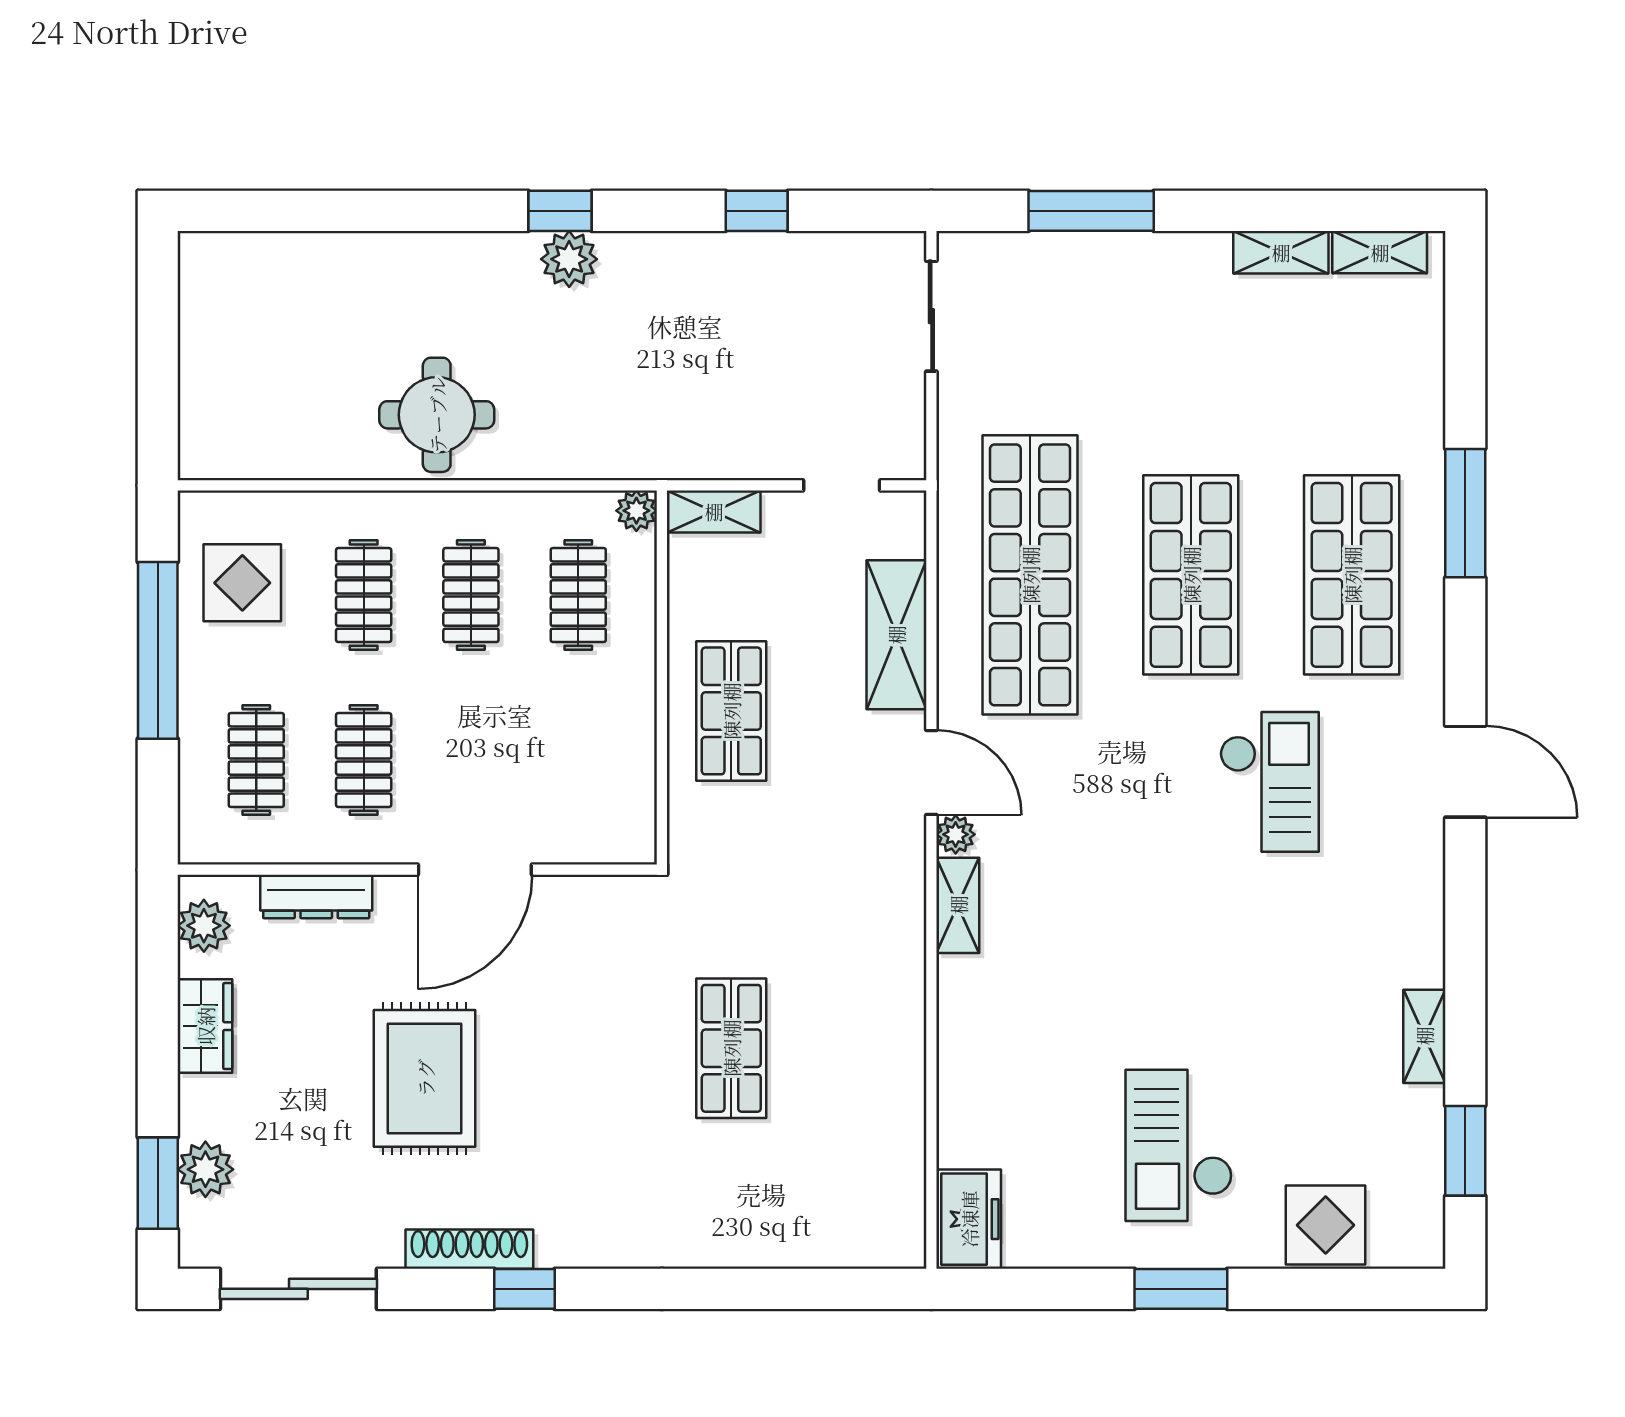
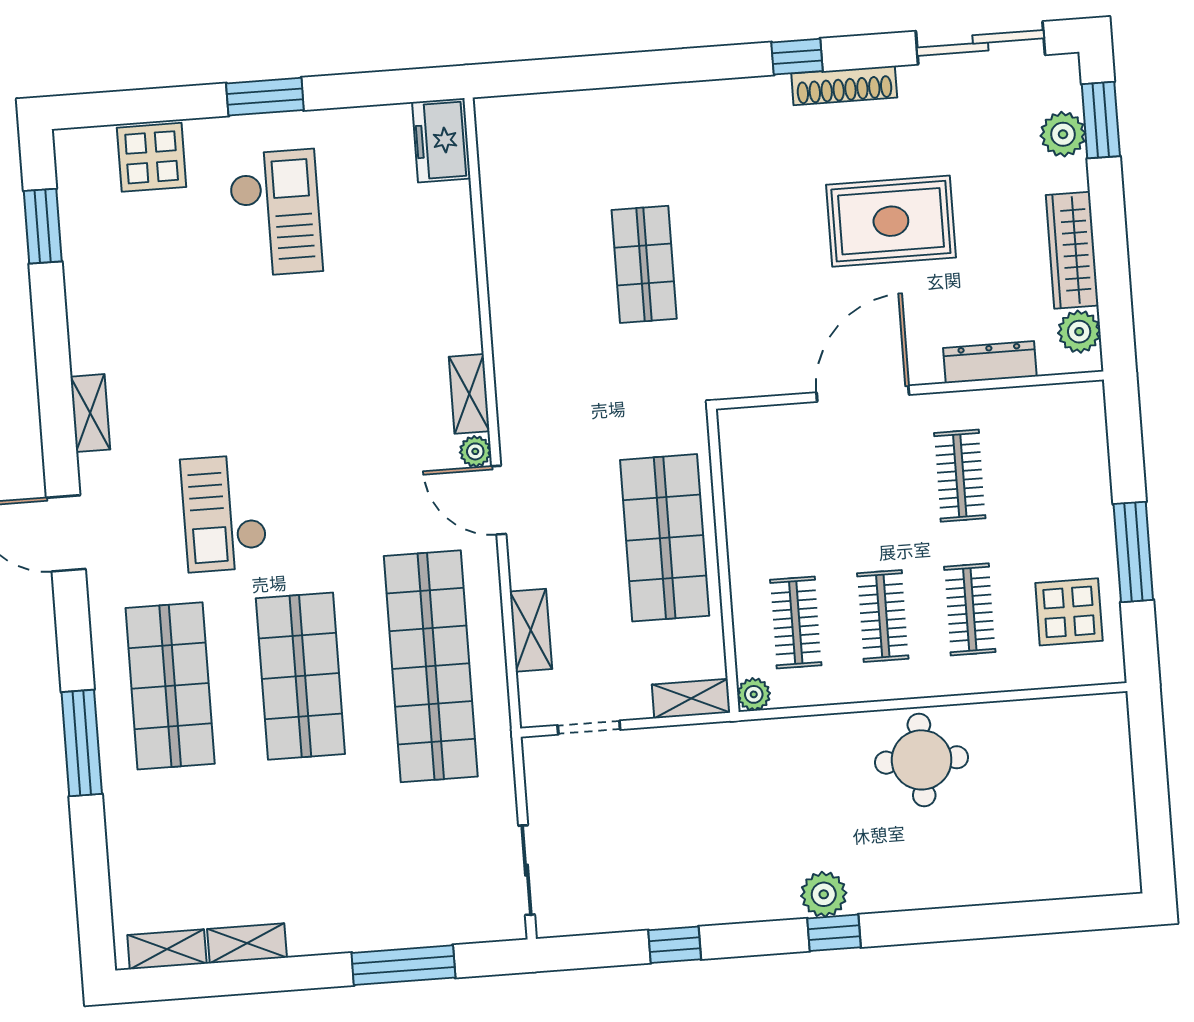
shelving: (896, 635) -> (531, 630), width x0.67, depth x0.75
window: (158, 650) -> (1133, 552), width x0.68
shop shelf: (731, 711) -> (665, 538), width x1.43, depth x1.36
clothes rail: (256, 760) -> (1047, 469), removed
wardrobe: (205, 1026) -> (1072, 250), width x1.50
shelving: (1424, 1036) -> (90, 413), moved
rug: (425, 1078) -> (891, 221), turned 90

